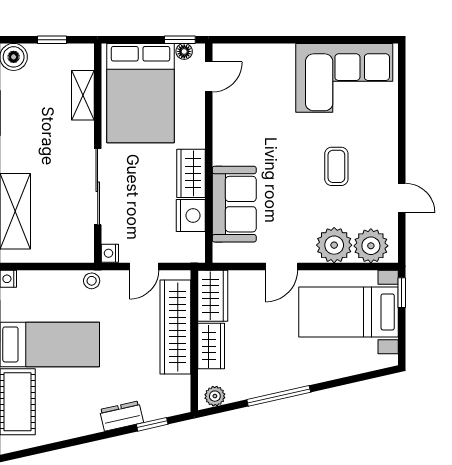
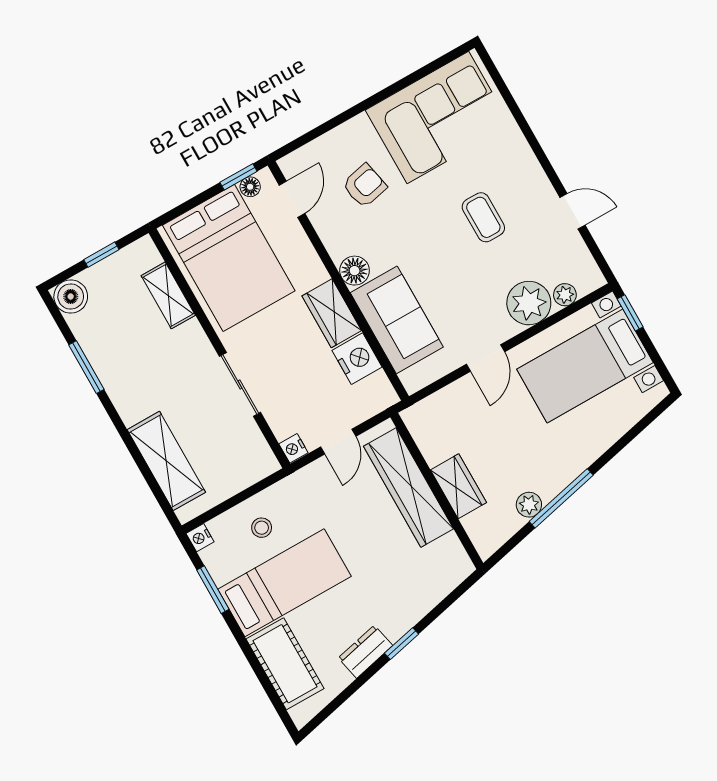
armchair: (265, 97) -> (364, 186), added
floor lamp: (224, 152) -> (355, 271), added
sliding door: (98, 187) -> (240, 384), width x0.73
plant: (371, 246) -> (565, 295), width x0.53, depth x0.53
stool: (92, 281) -> (262, 528), moved
wardrobe: (213, 296) -> (429, 431), removed
plant: (215, 396) -> (529, 505), moved
dresser: (122, 416) -> (365, 652), moved
window: (152, 424) -> (402, 644), moved

